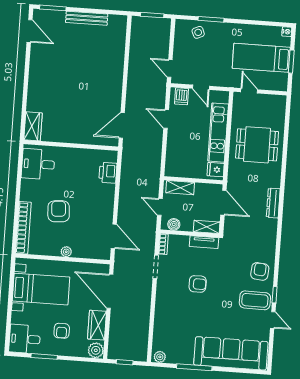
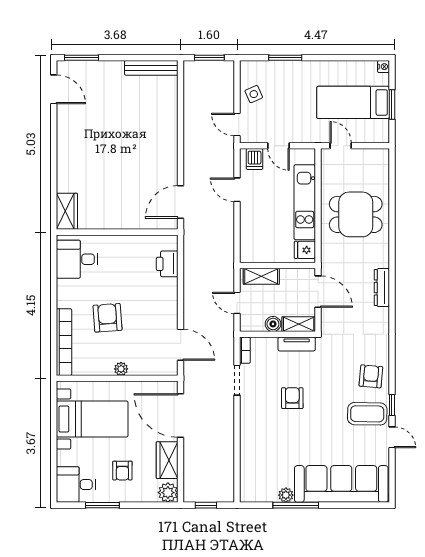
bench: (87, 18) -> (151, 68), moved
side table: (198, 32) -> (254, 94), moved
boiler: (174, 224) -> (273, 324), moved
armchair: (198, 284) -> (292, 398), turned -90
plant: (160, 357) -> (286, 495), moved

